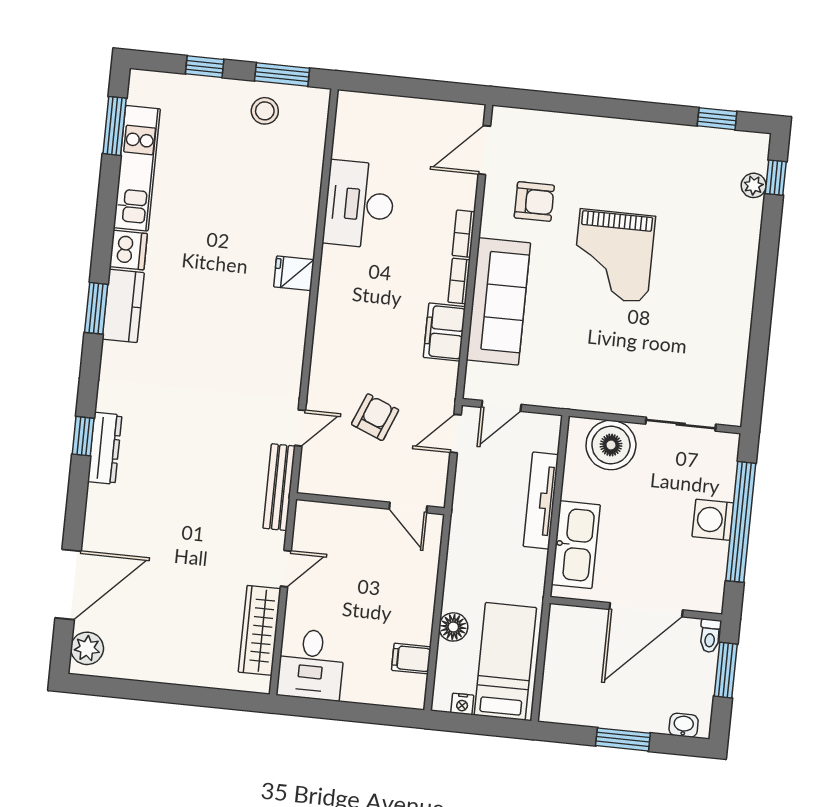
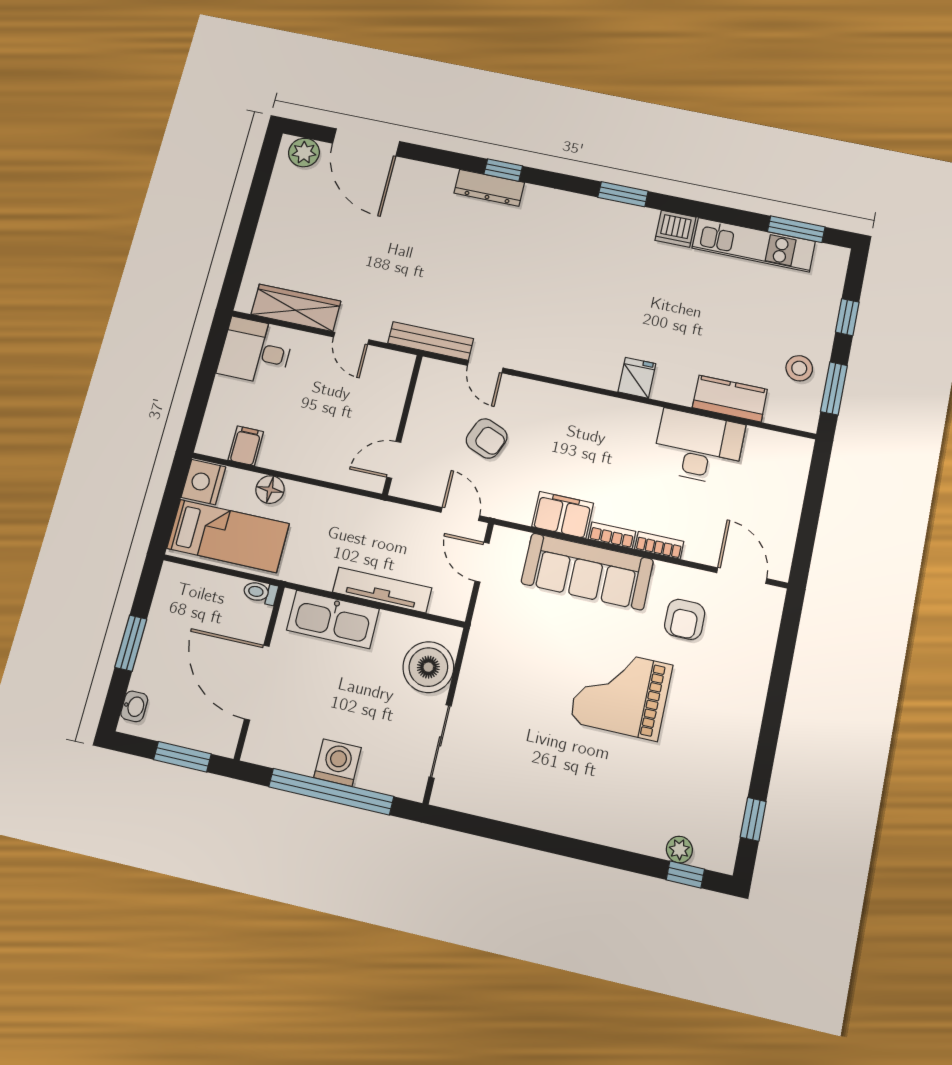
kitchen counter: (123, 306) -> (730, 399), moved, turned 180
toilet: (710, 636) -> (260, 592), moved
nightstand: (462, 704) -> (203, 482), width x1.89, depth x1.79

